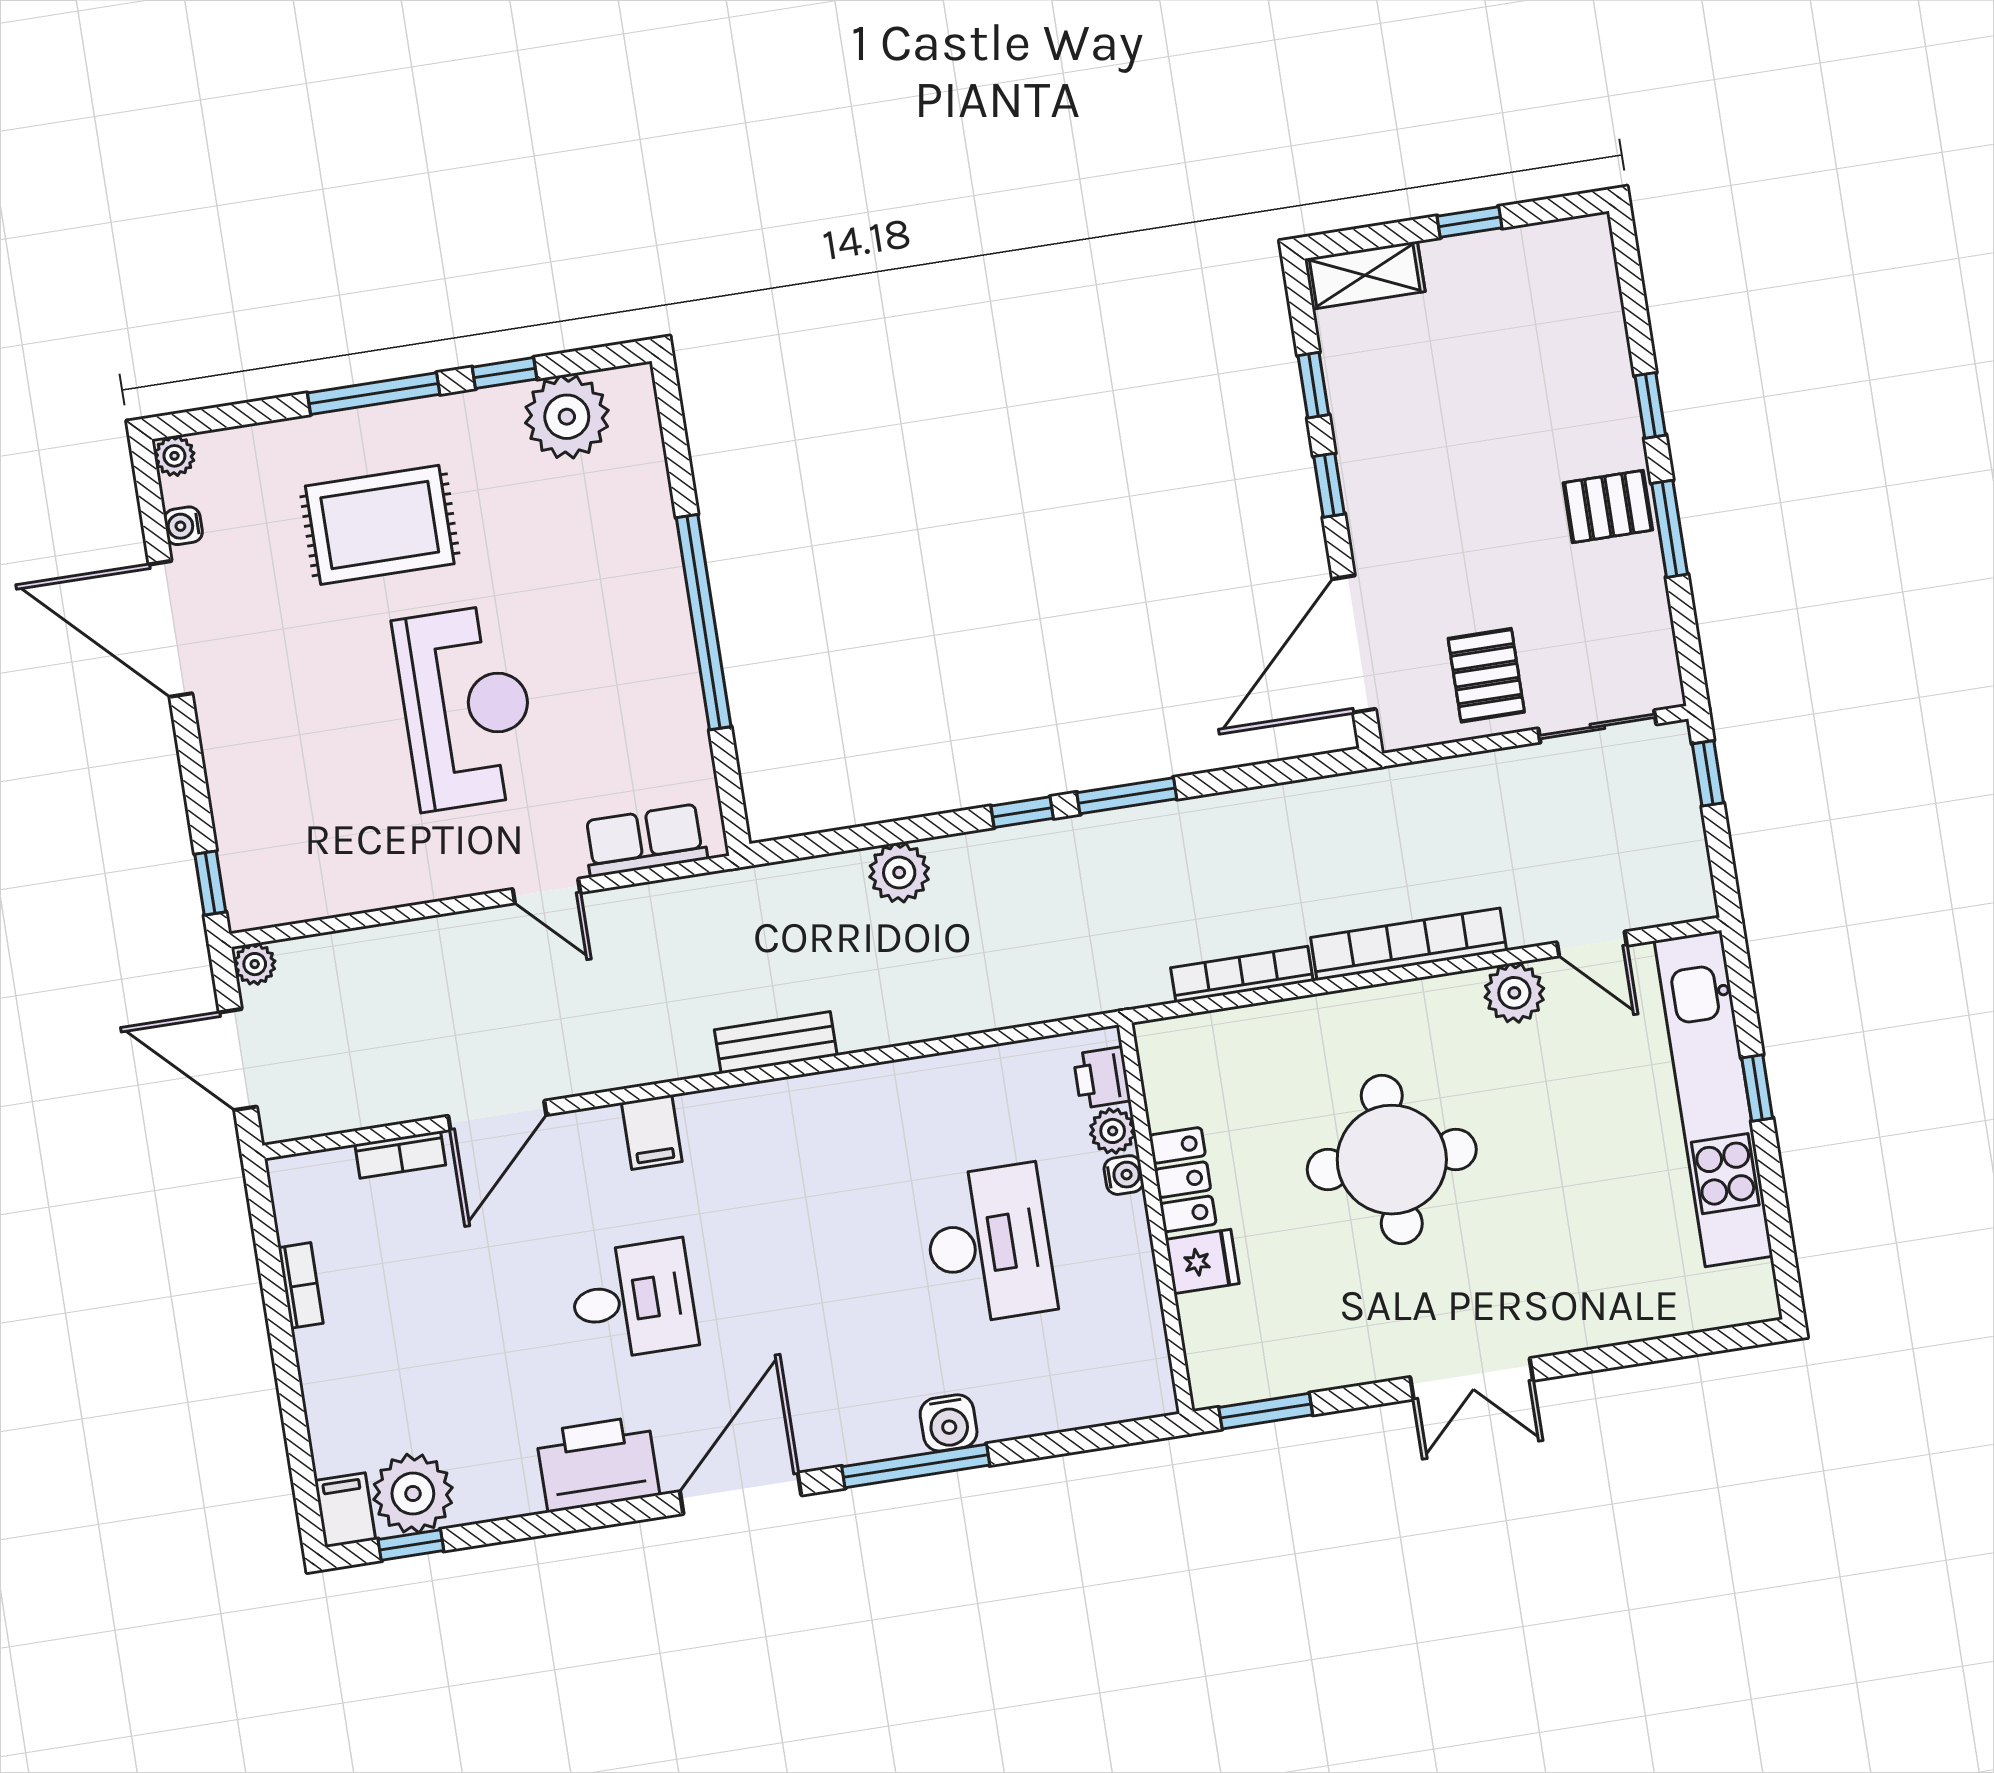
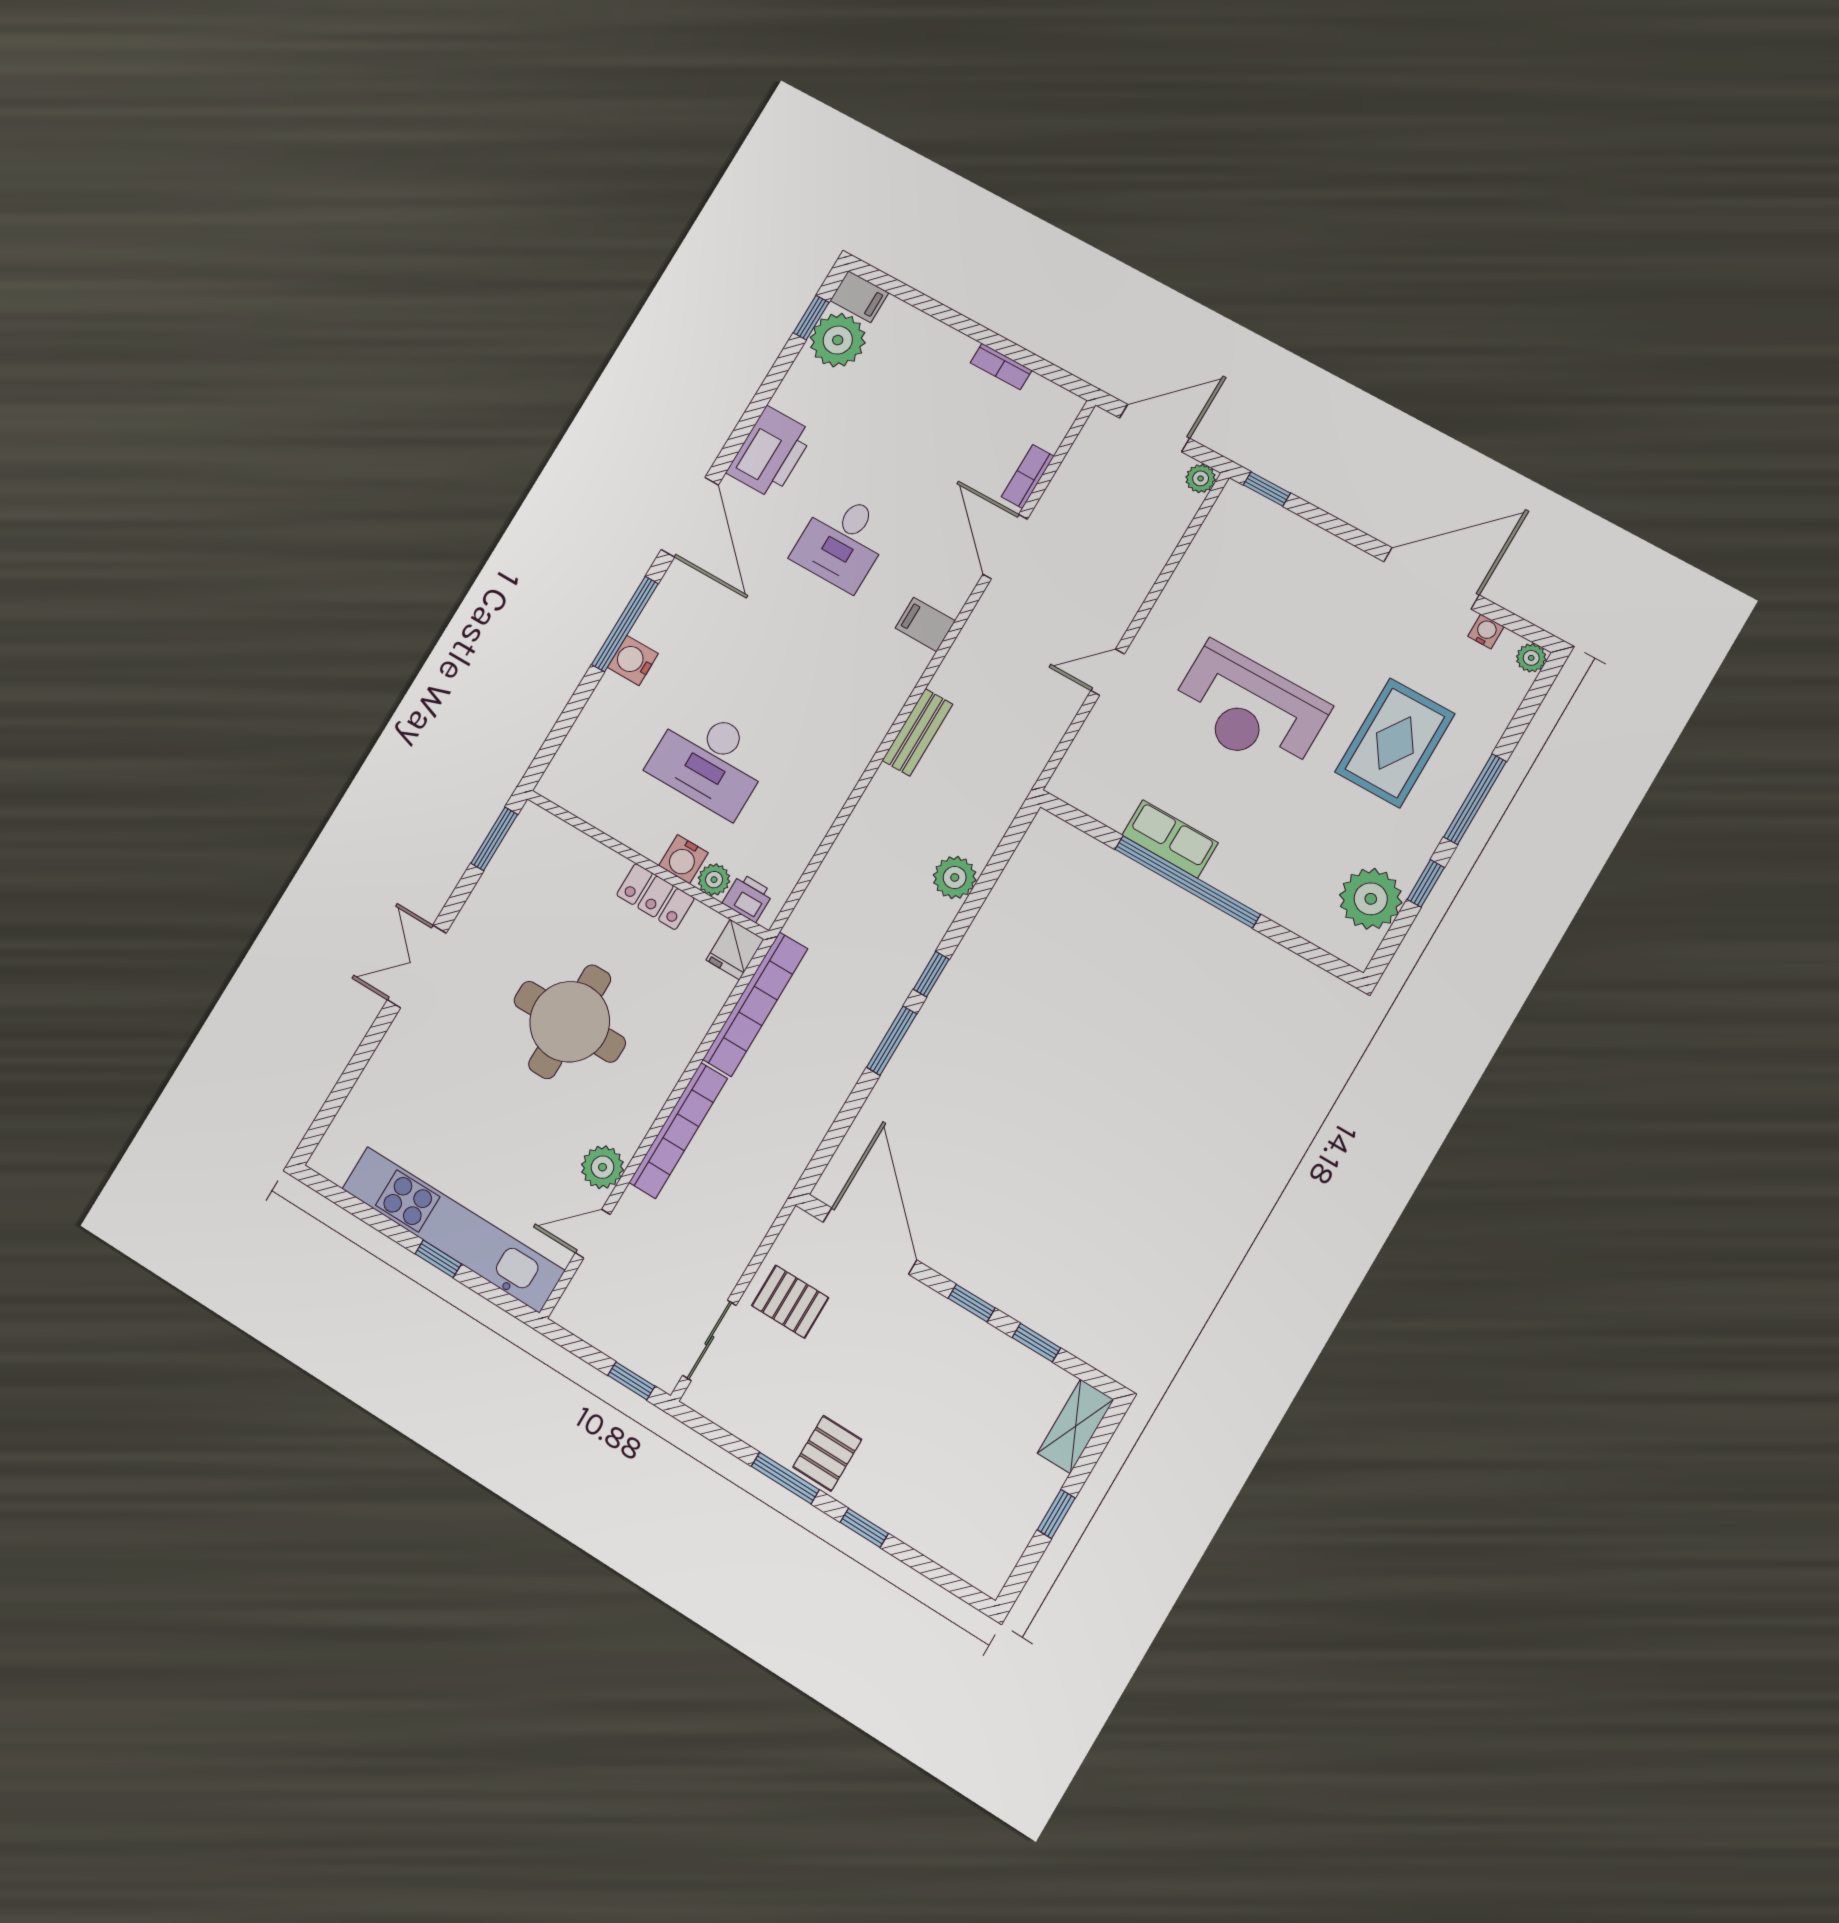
row of seats: (645, 840) -> (1170, 839), moved, turned -90
bookcase: (1242, 974) -> (755, 1004), width x1.48, depth x1.31
water cooler: (1124, 1175) -> (683, 859), width x1.38, depth x1.38
fridge: (1202, 1262) -> (735, 950), moved

